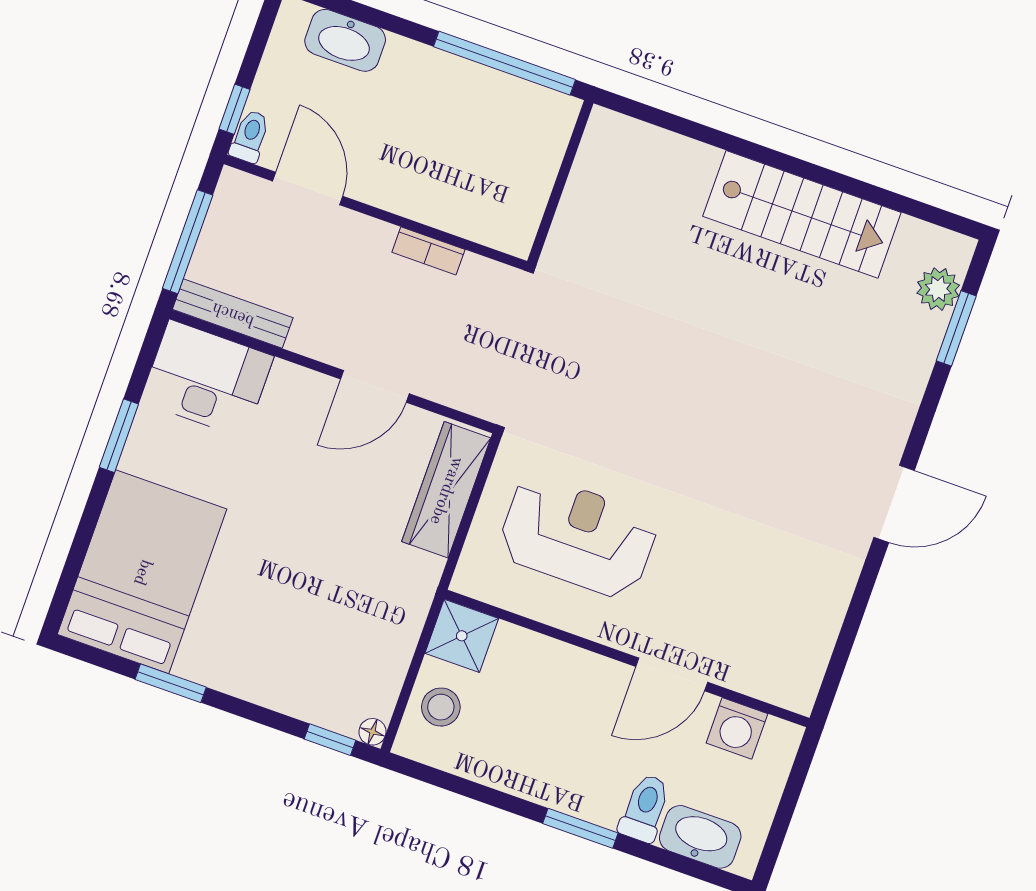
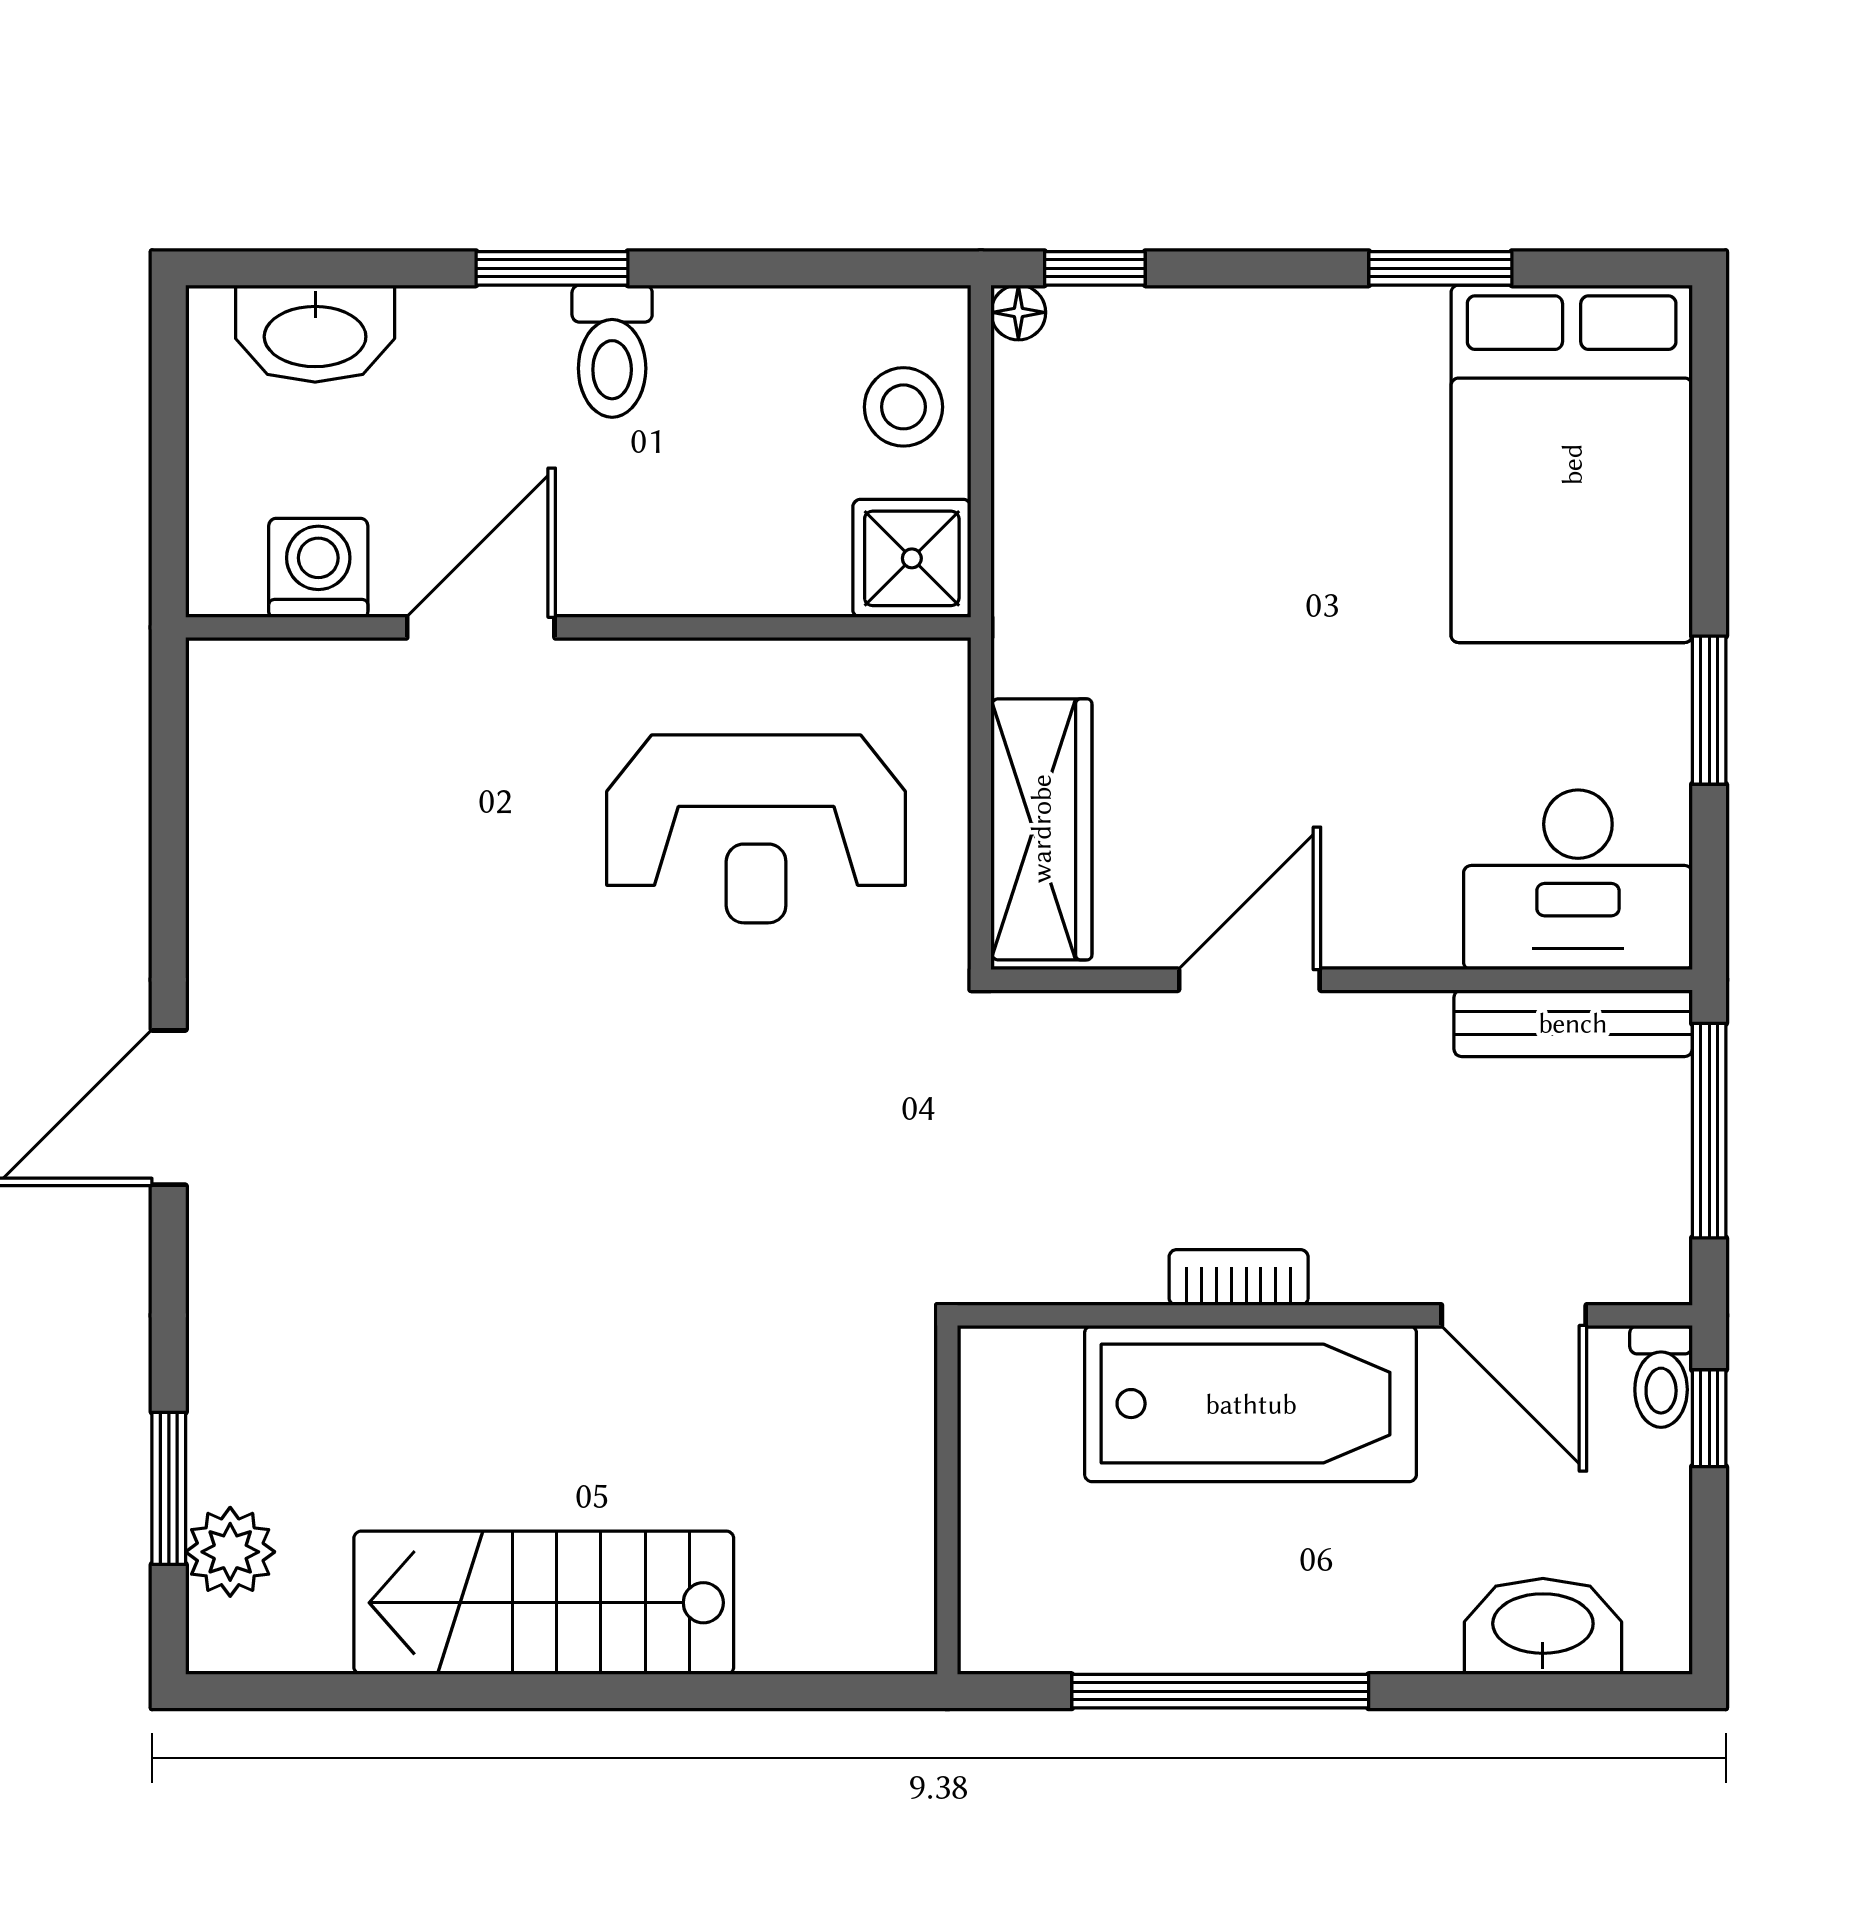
wall: (560, 182) -> (947, 1500), moved
bathtub: (444, 191) -> (1251, 1404), added
toilet: (645, 808) -> (612, 351), moved

